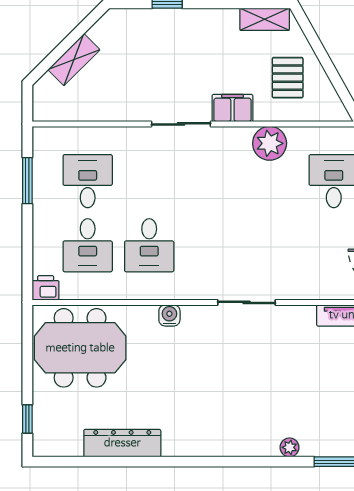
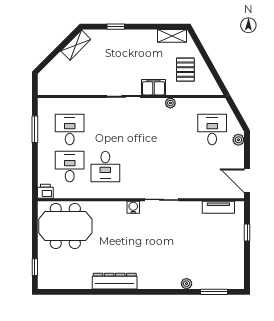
shelving: (74, 60) -> (76, 45), moved
plant: (270, 143) -> (170, 103), width x0.53, depth x0.53
desk: (88, 245) -> (70, 167), turned 180
water cooler: (169, 315) -> (133, 207), moved
dresser: (122, 443) -> (115, 281), moved

